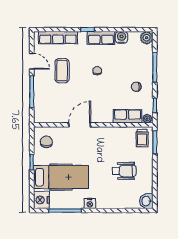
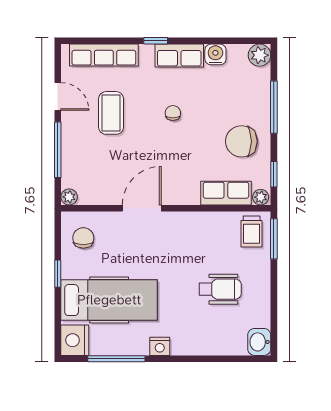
chair: (136, 87) -> (241, 141), width x1.87, depth x1.87
plant: (38, 118) -> (69, 197), added

